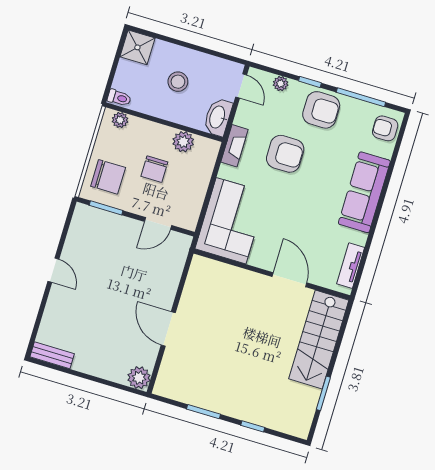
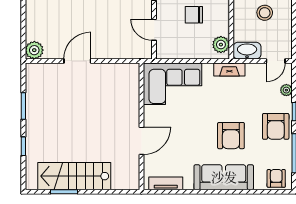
plant: (183, 142) -> (221, 45), moved
armchair: (285, 154) -> (231, 136), moved
stairs: (319, 340) -> (74, 176), moved

